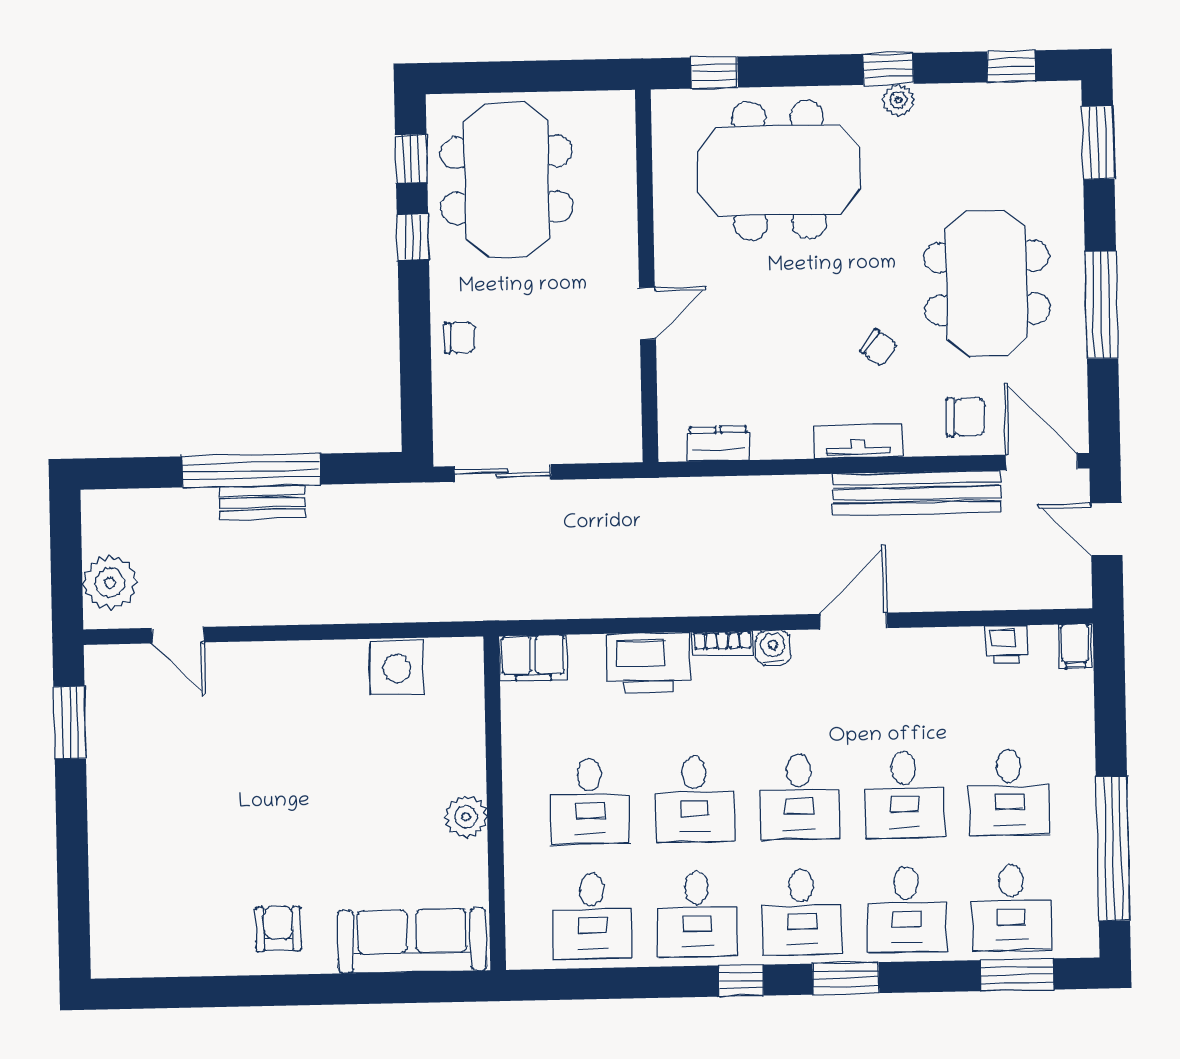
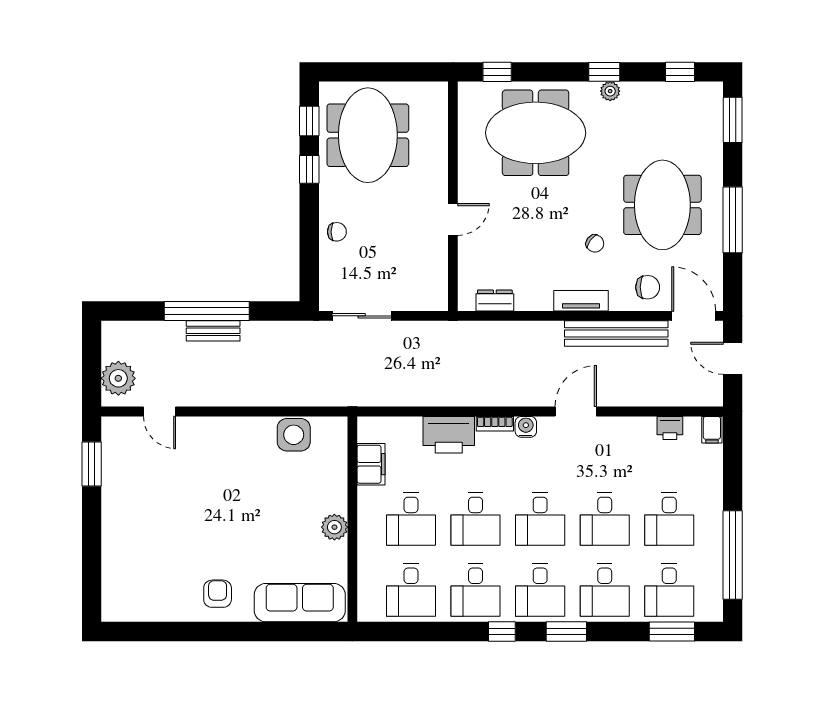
filing cabinet: (533, 658) -> (371, 464), moved, turned -90

